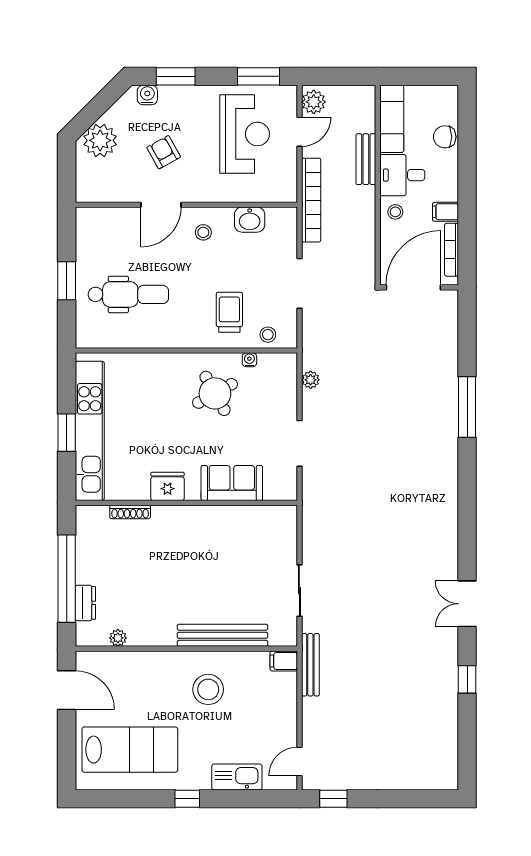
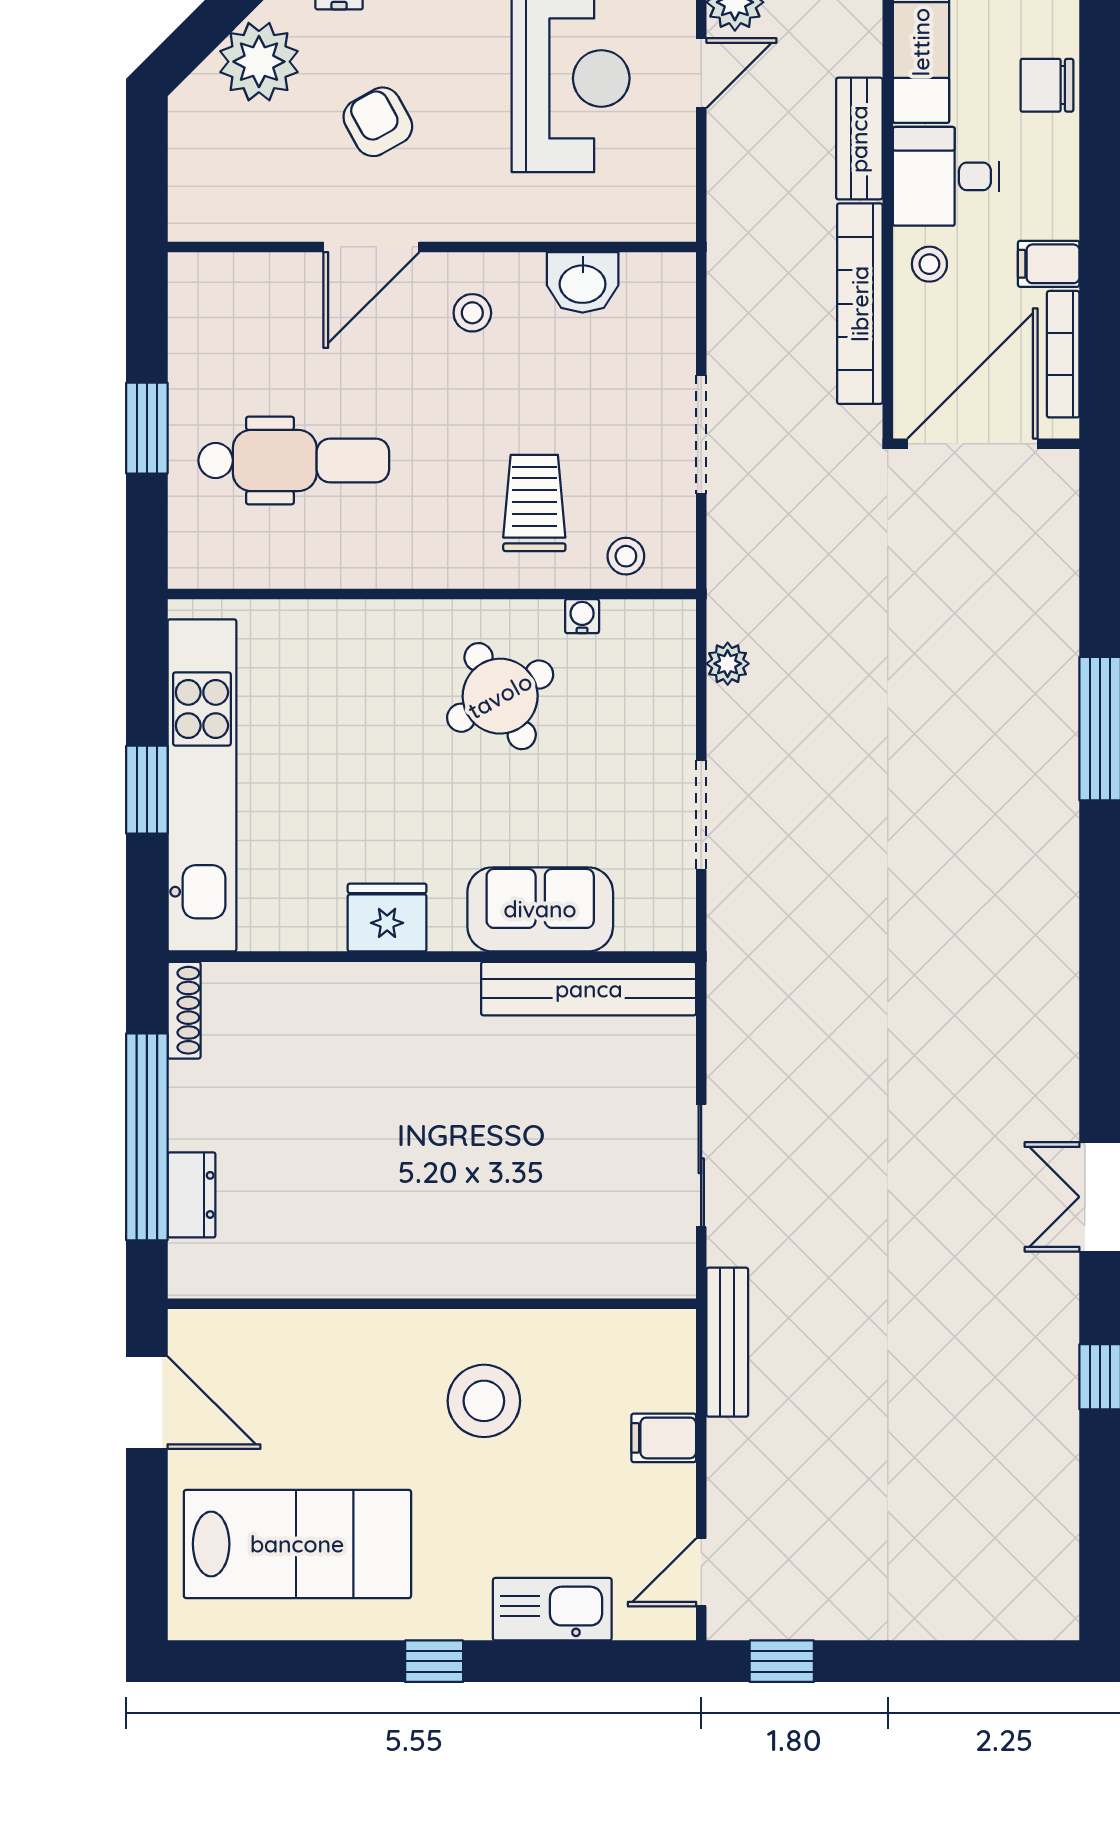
plant: (100, 140) -> (259, 62), moved
bookcase: (311, 200) -> (860, 304), moved, turned 180
shoe rack: (130, 512) -> (184, 1010), moved, turned -90
bench: (222, 635) -> (589, 989), moved
plant: (118, 638) -> (269, 1278), removed
filing cabinet: (284, 661) -> (664, 1438), moved

